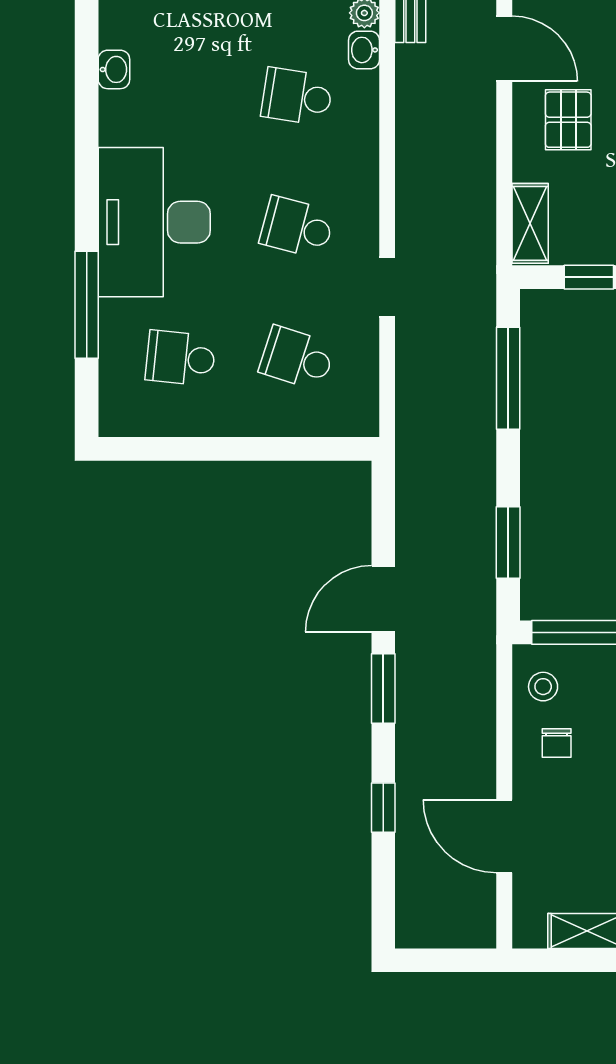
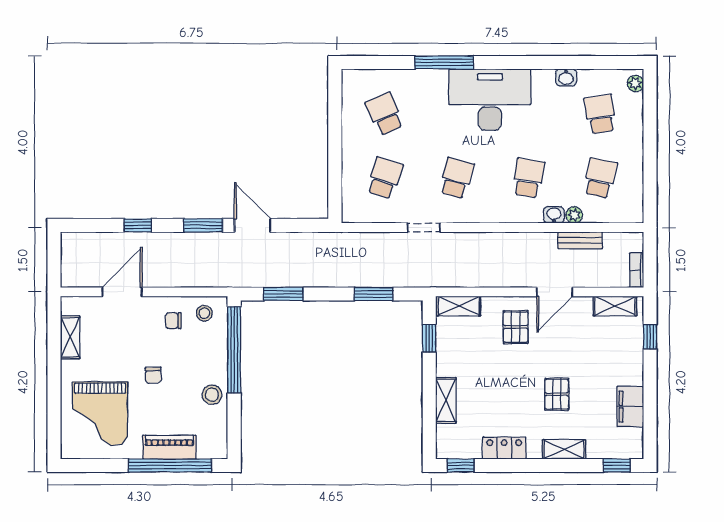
washbasin: (114, 69) -> (566, 77), moved
pallet: (568, 120) -> (516, 327), turned 90
desk: (154, 222) -> (490, 100), moved
window: (87, 305) -> (444, 62), moved
school desk: (181, 358) -> (385, 114), turned -30
window: (508, 378) -> (374, 294), width x0.69

